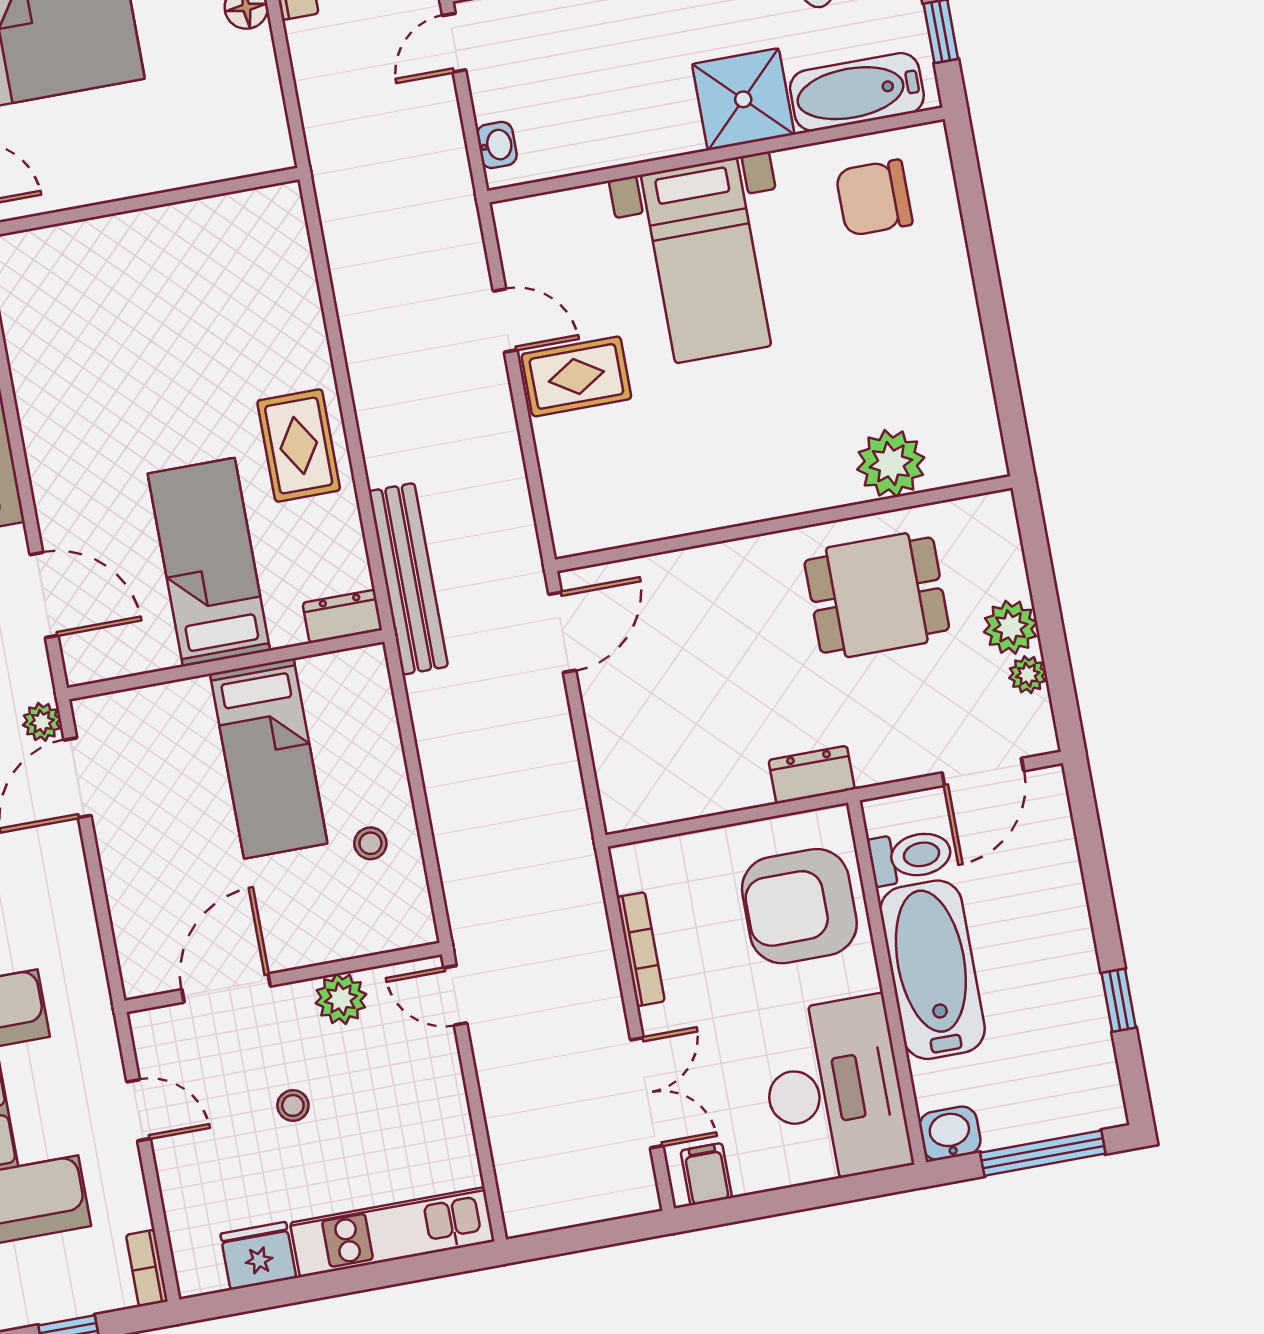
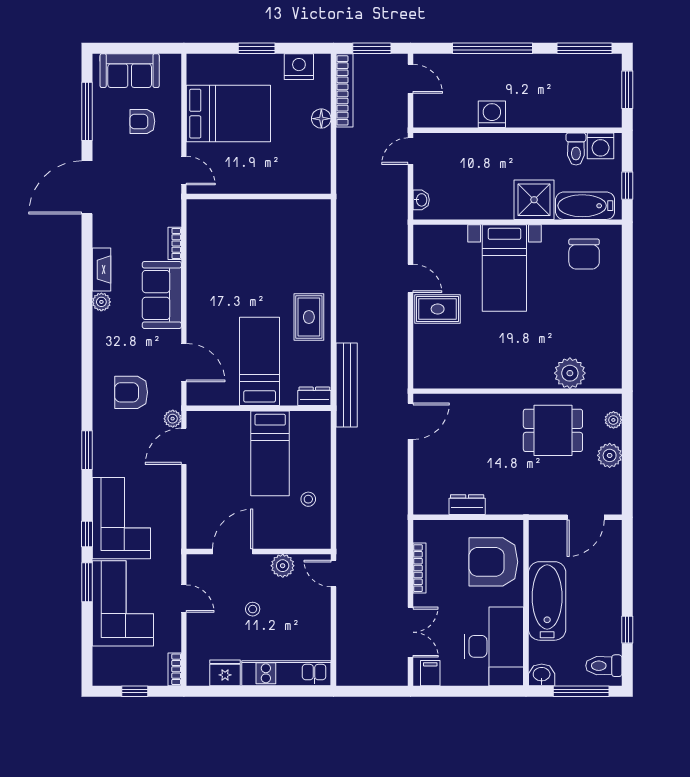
chair: (874, 198) -> (584, 254), turned -90
plant: (1028, 675) -> (613, 420), moved
dresser: (812, 775) -> (467, 505), moved
toilet: (910, 856) -> (604, 666), moved, turned 180

